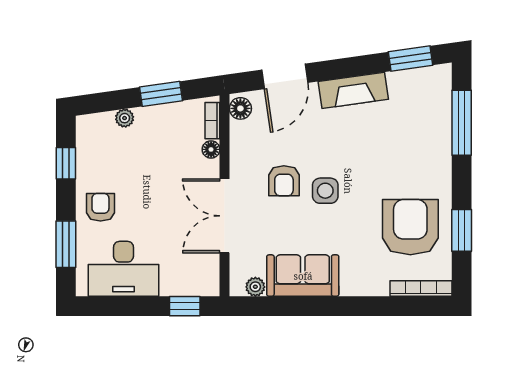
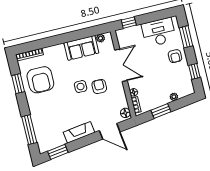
door: (285, 76) -> (110, 131), swing flipped

